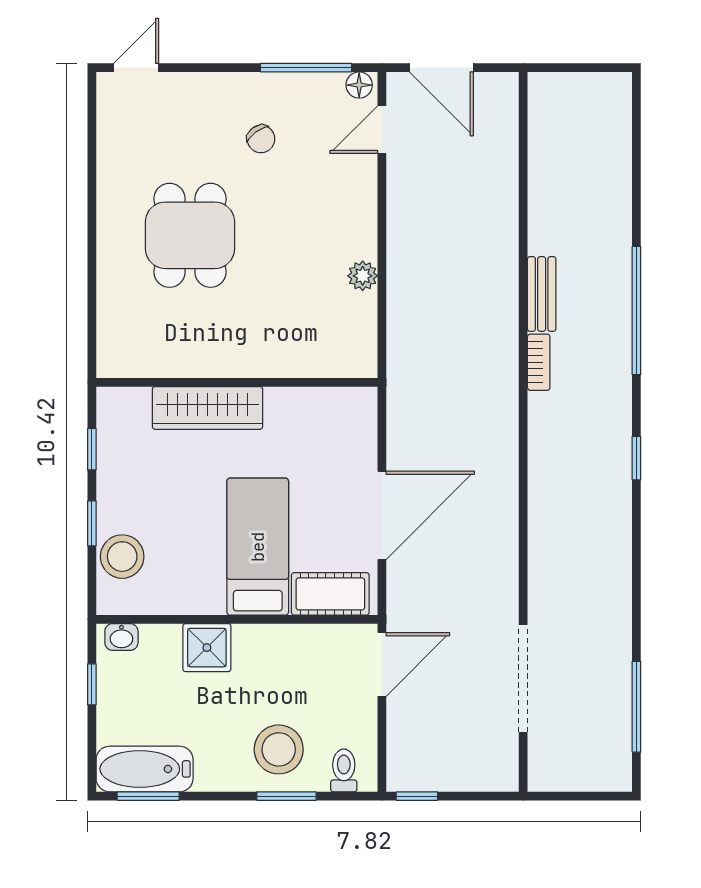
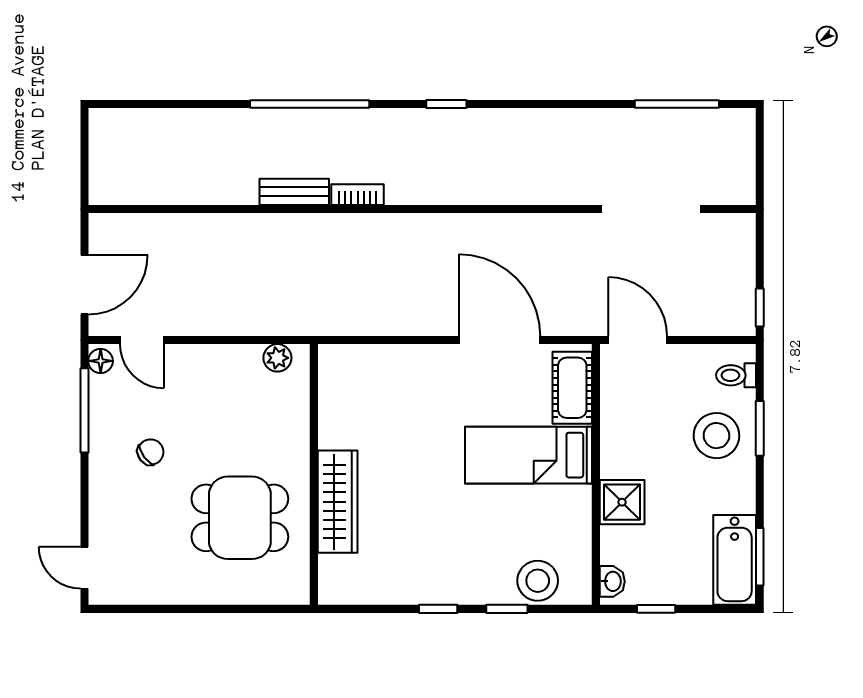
wall: (237, 382) -> (314, 474), moved
wardrobe: (207, 408) -> (338, 502), moved

